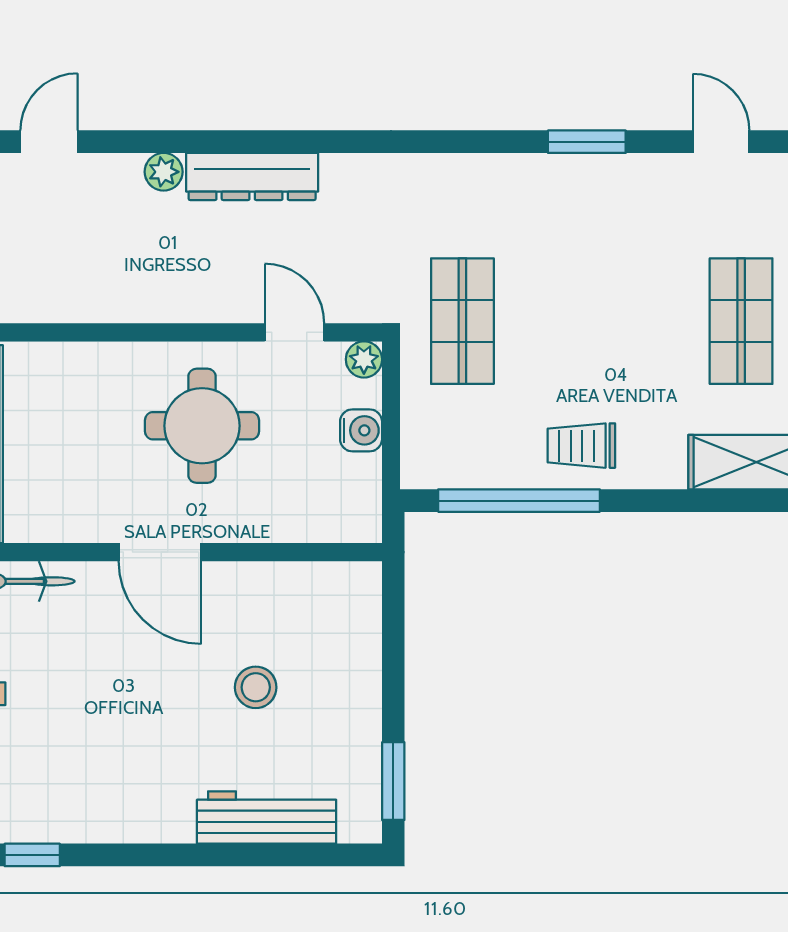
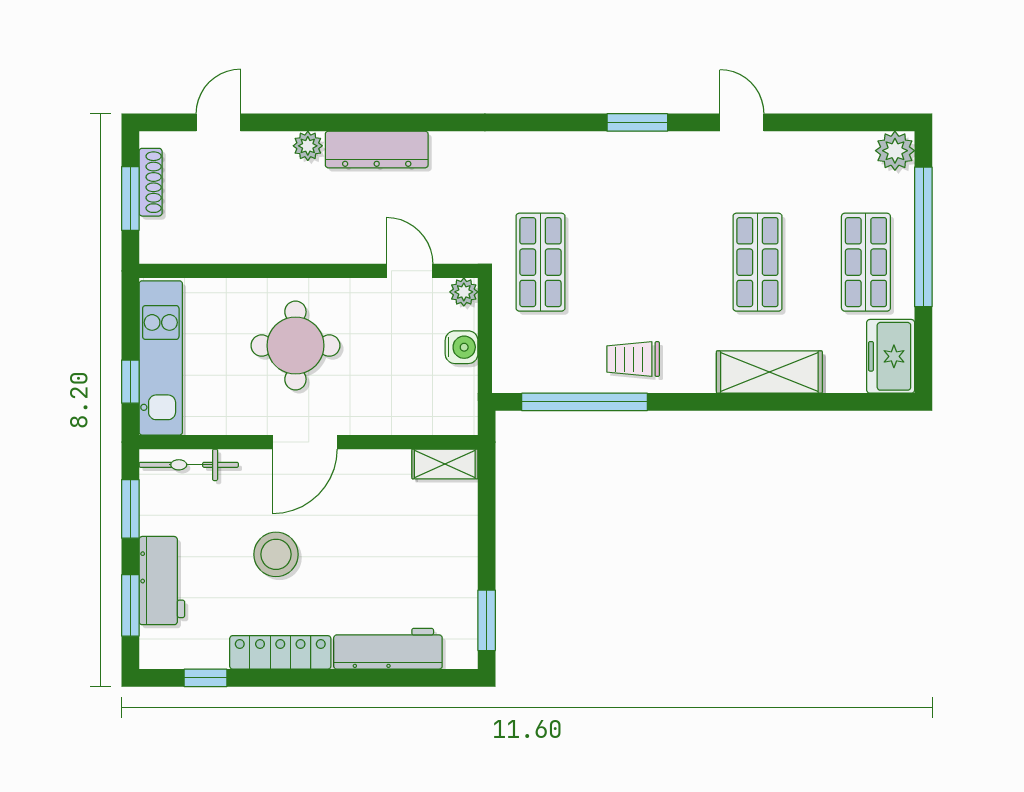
round table: (202, 426) -> (295, 346), moved
door: (160, 552) -> (305, 442), hinge flipped
shelving: (340, 580) -> (445, 464), added
stool: (256, 687) -> (276, 554), moved, width x1.38, depth x1.38
locker: (128, 822) -> (280, 652), added

